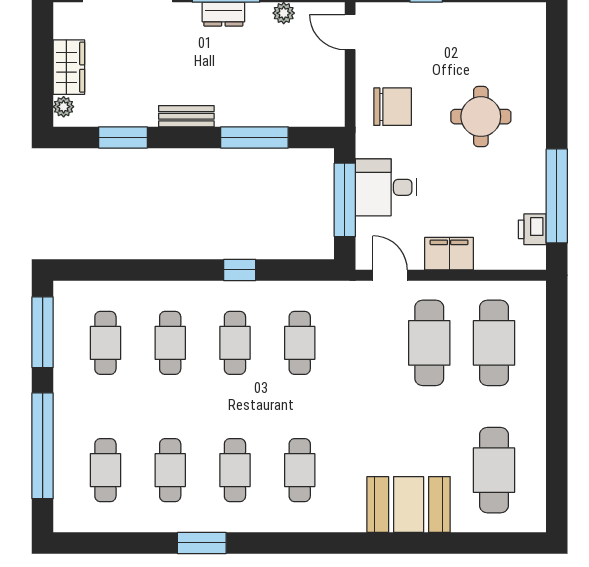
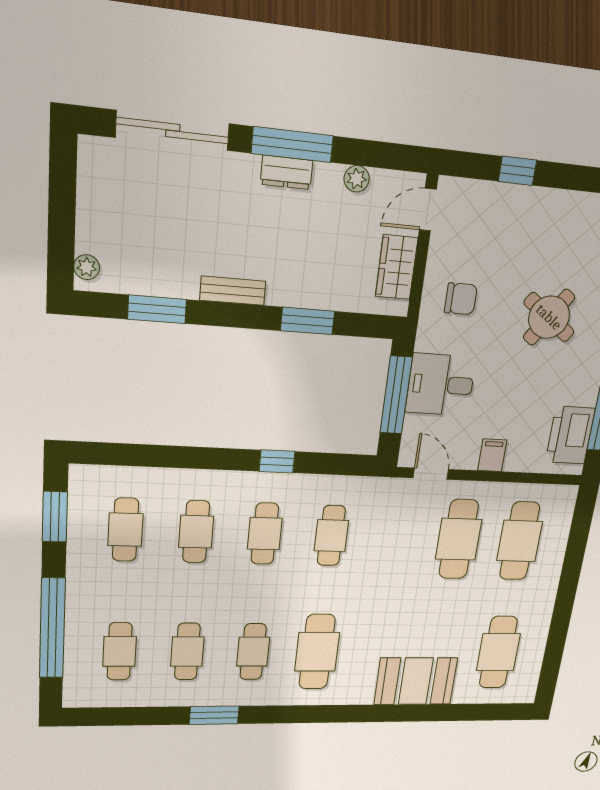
door: (350, 32) -> (428, 210), hinge flipped
wardrobe: (69, 67) -> (397, 267), moved, turned 180
chair: (393, 107) -> (461, 299), width x0.73, depth x0.73
round table: (481, 117) -> (549, 317), turned 35
window: (254, 137) -> (308, 321), width x0.69
printer: (532, 229) -> (570, 435), width x1.87, depth x1.48
filing cabinet: (449, 254) -> (492, 455), width x0.50
window: (43, 332) -> (55, 517), width x0.69
cafe table: (300, 470) -> (317, 652), width x1.37, depth x1.35

